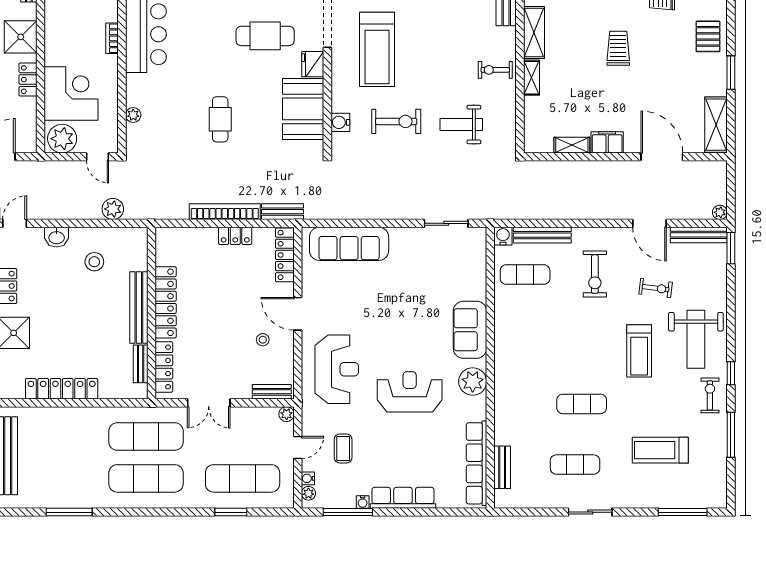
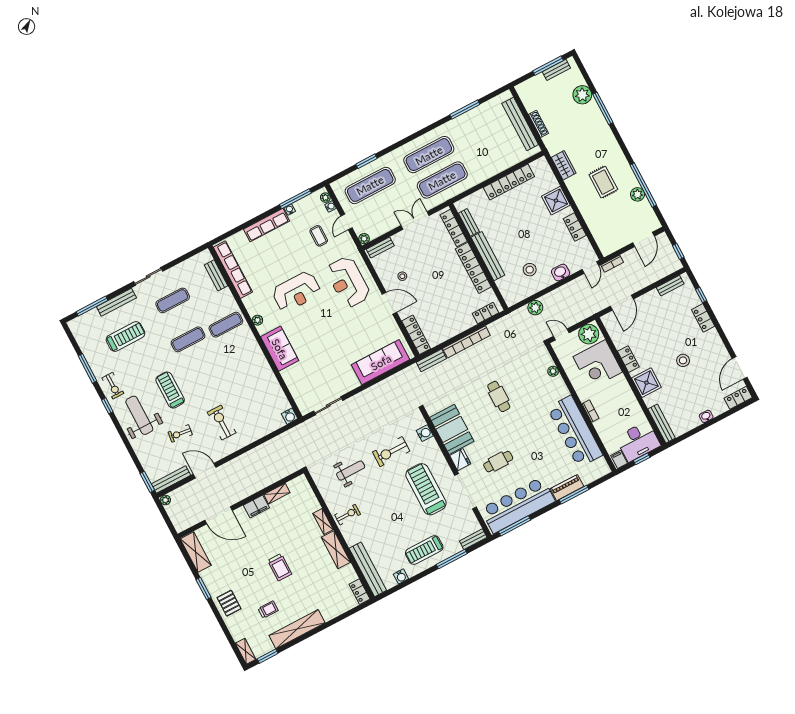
cafe table: (265, 36) -> (498, 462), width x0.73, depth x0.74
bench: (542, 235) -> (116, 302), moved
locker: (235, 236) -> (485, 313), moved
exercise mat: (525, 275) -> (226, 325), moved
plant: (473, 382) -> (257, 320), width x0.53, depth x0.53

